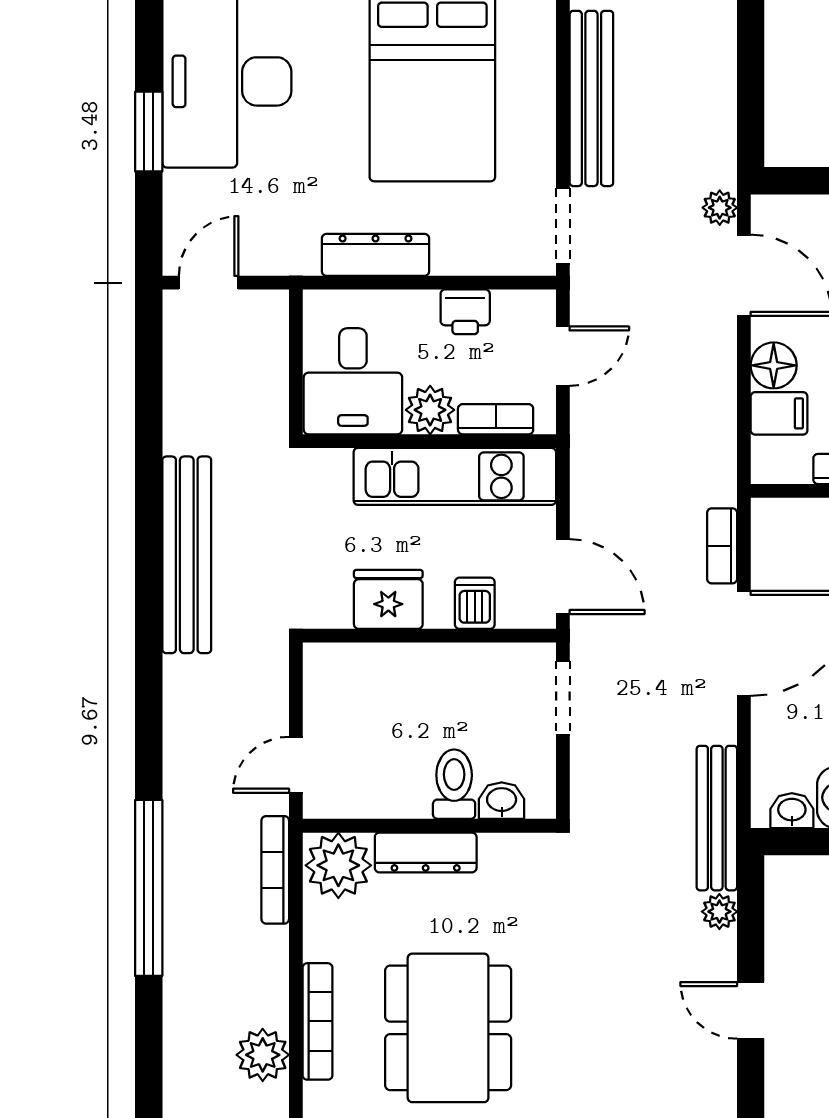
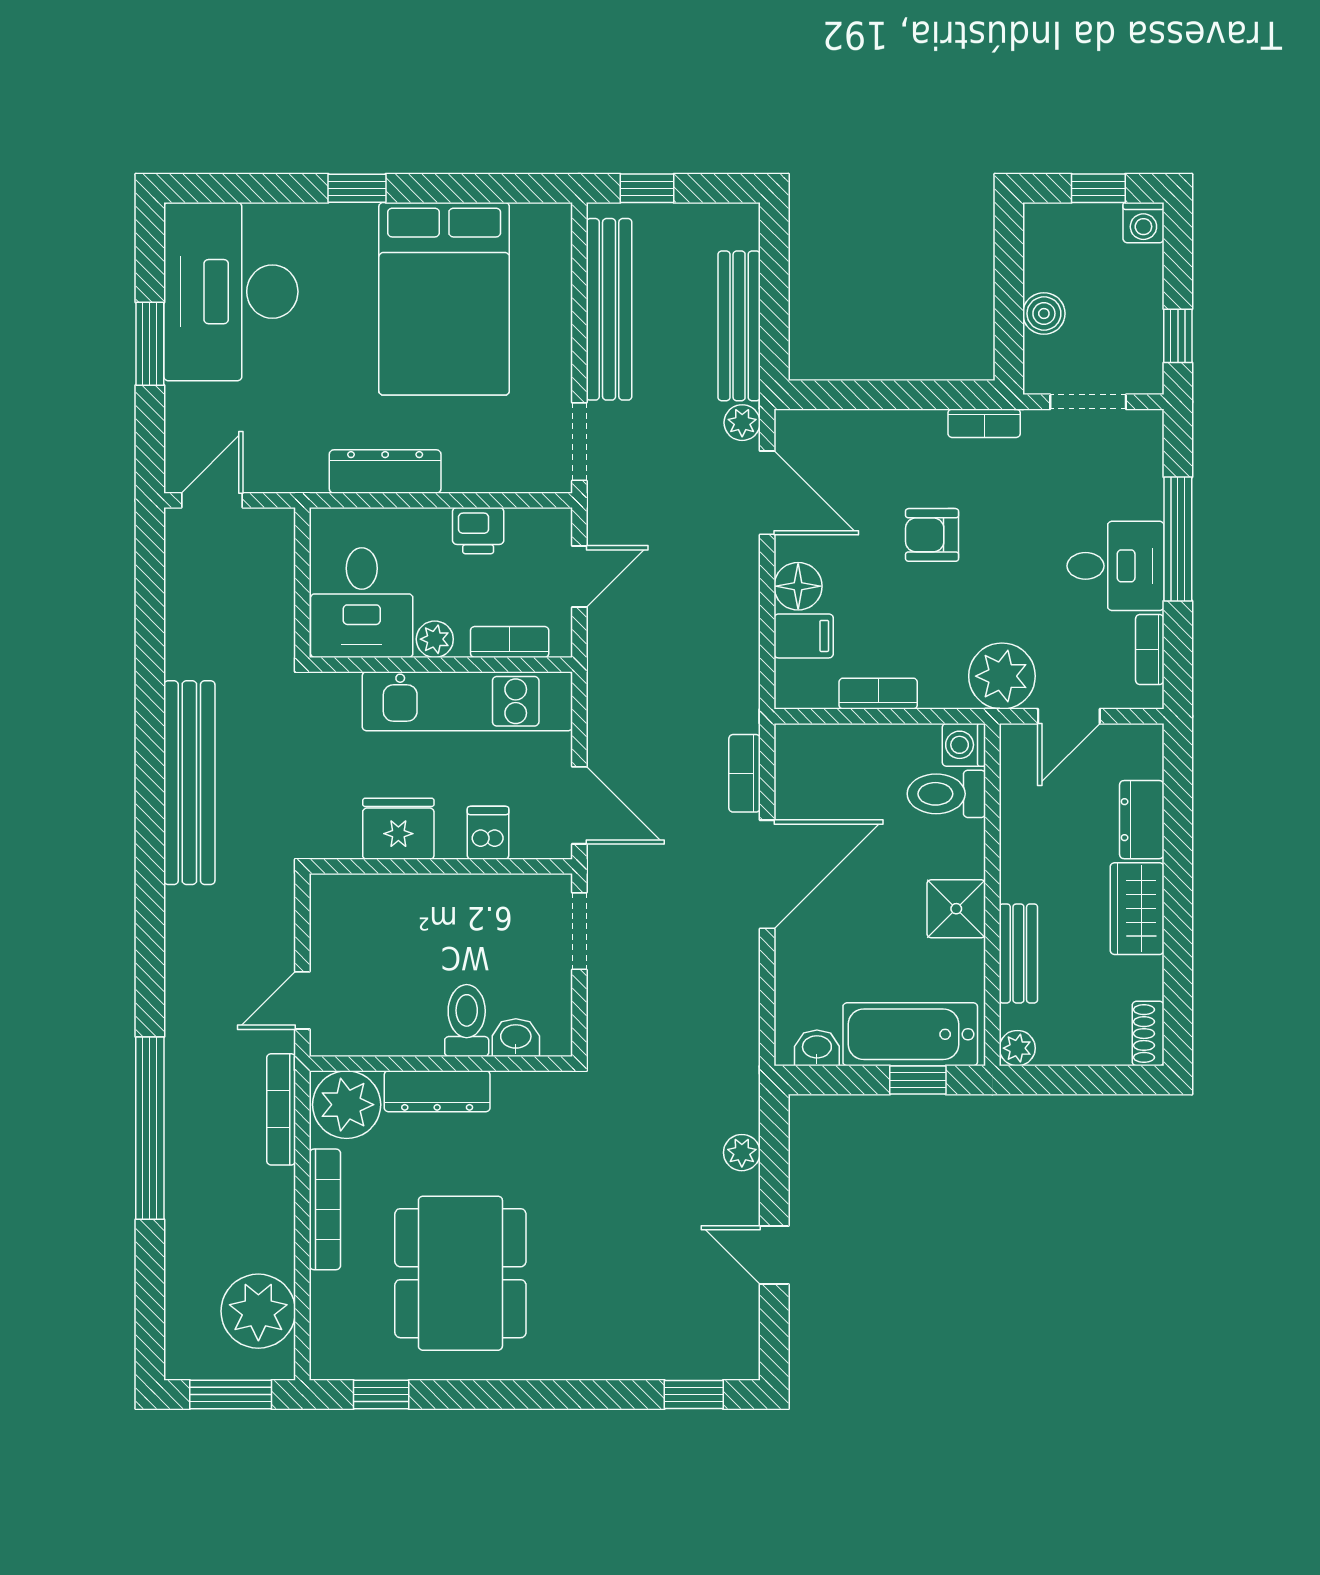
plant: (430, 410) -> (435, 639), width x0.73, depth x0.73
bench: (717, 818) -> (739, 326), moved
bookcase: (317, 1021) -> (325, 1209), moved
plant: (263, 1055) -> (258, 1311), width x1.36, depth x1.36

